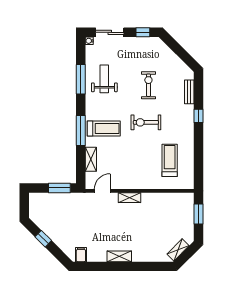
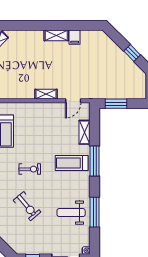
weight bench: (104, 79) -> (71, 213), turned 90
exercise bike: (148, 85) -> (27, 206), turned -40
exercise bike: (146, 122) -> (30, 169), width x0.73, depth x0.72
filing cabinet: (81, 255) -> (75, 37), moved

